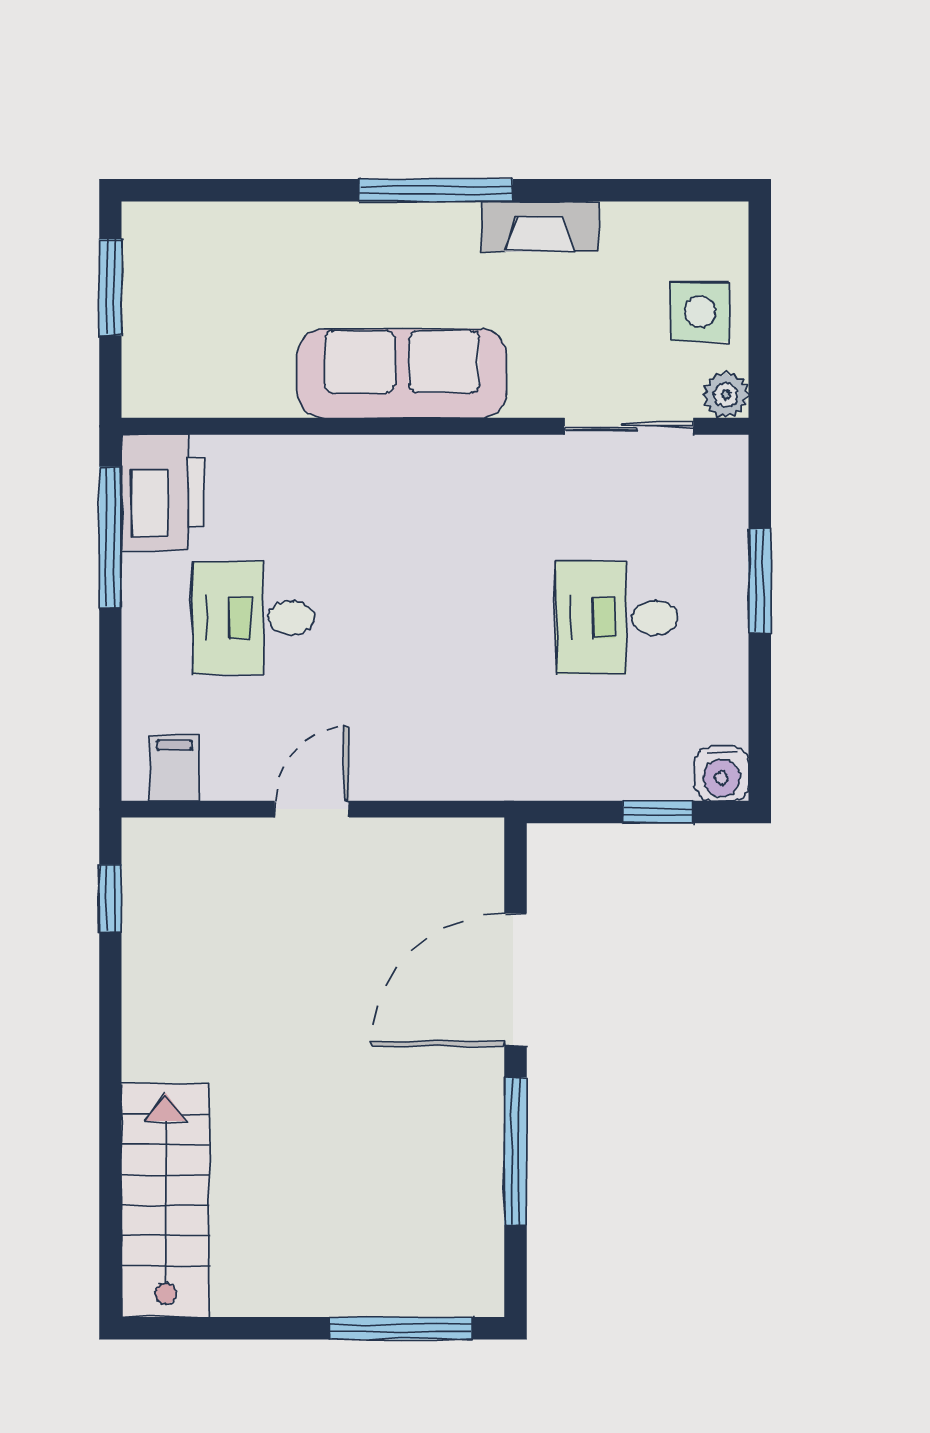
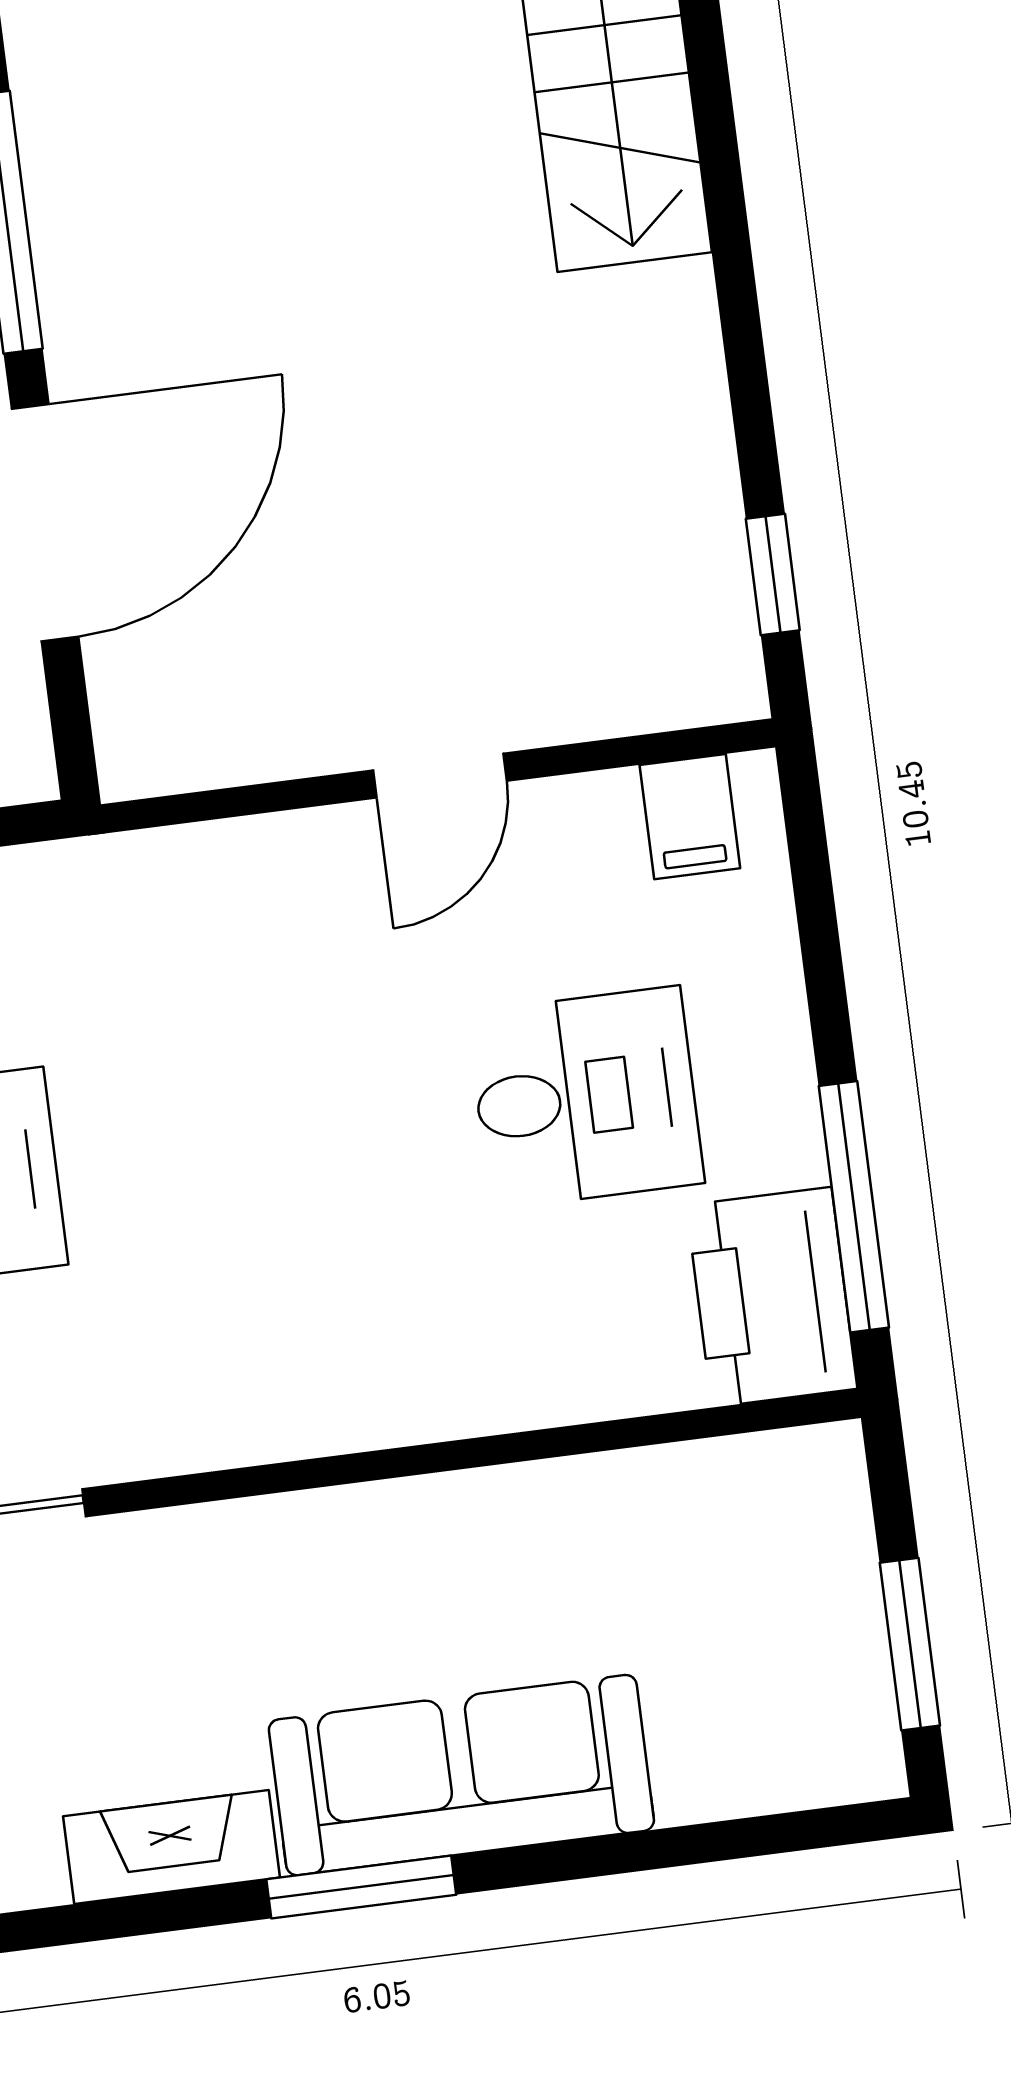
window: (436, 190) -> (361, 1887), width x0.69
sofa: (402, 373) -> (461, 1775), moved, turned 180

